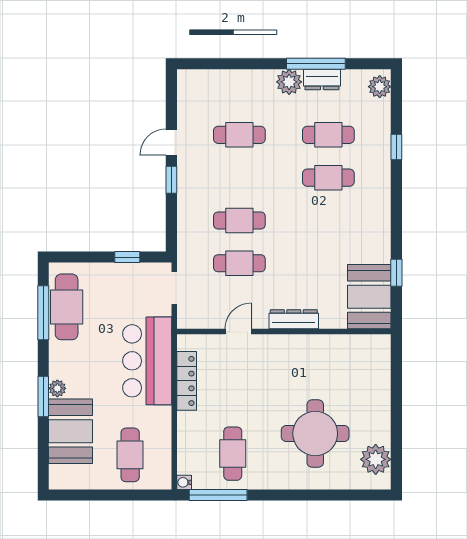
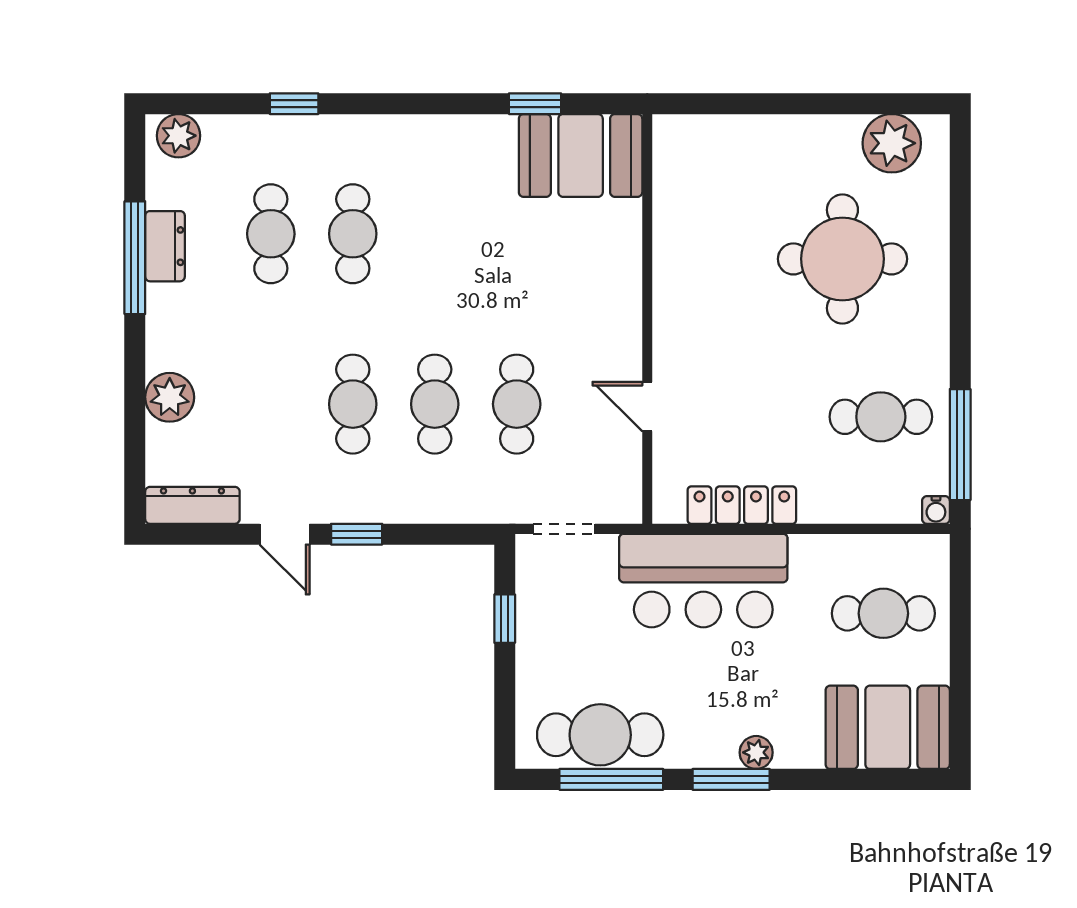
plant: (289, 82) -> (170, 397), moved
cafe table: (239, 135) -> (353, 404), moved
dresser: (294, 319) -> (192, 505), moved, turned 90
window: (43, 396) -> (731, 779), moved
booth: (71, 431) -> (888, 727), moved

